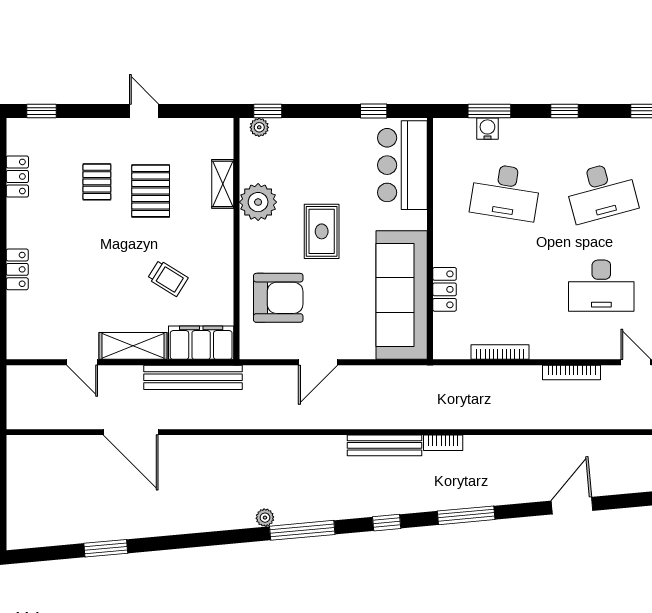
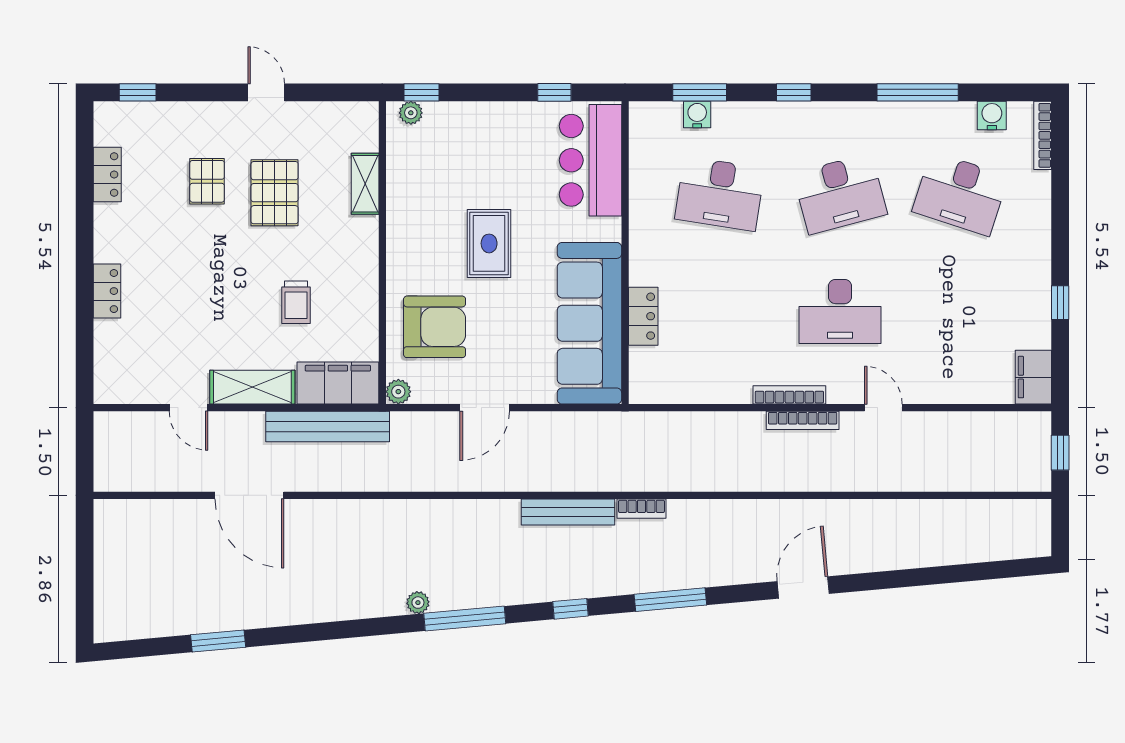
plant: (258, 202) -> (398, 392), moved, width x0.53, depth x0.53
trolley: (168, 278) -> (296, 302), turned 58
bookcase: (500, 352) -> (789, 395), moved

